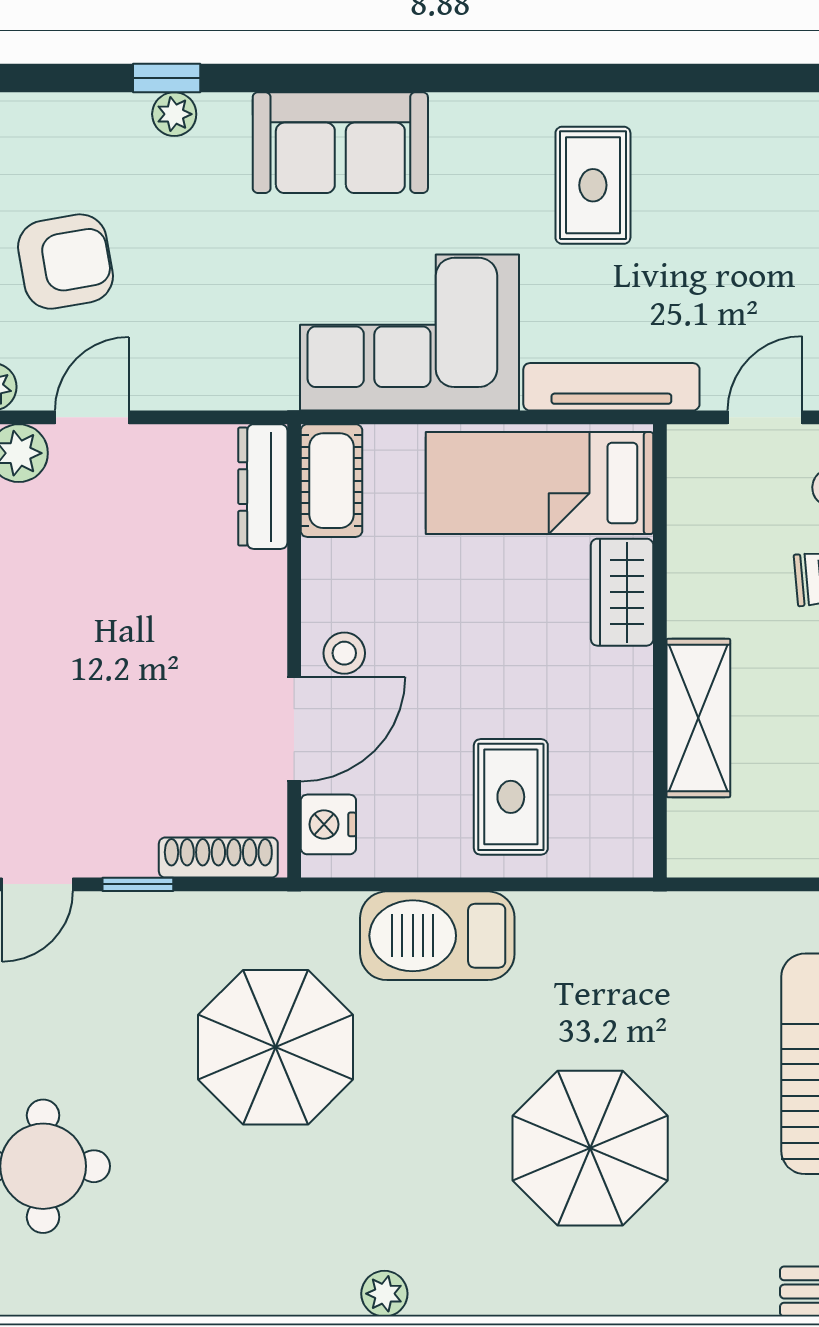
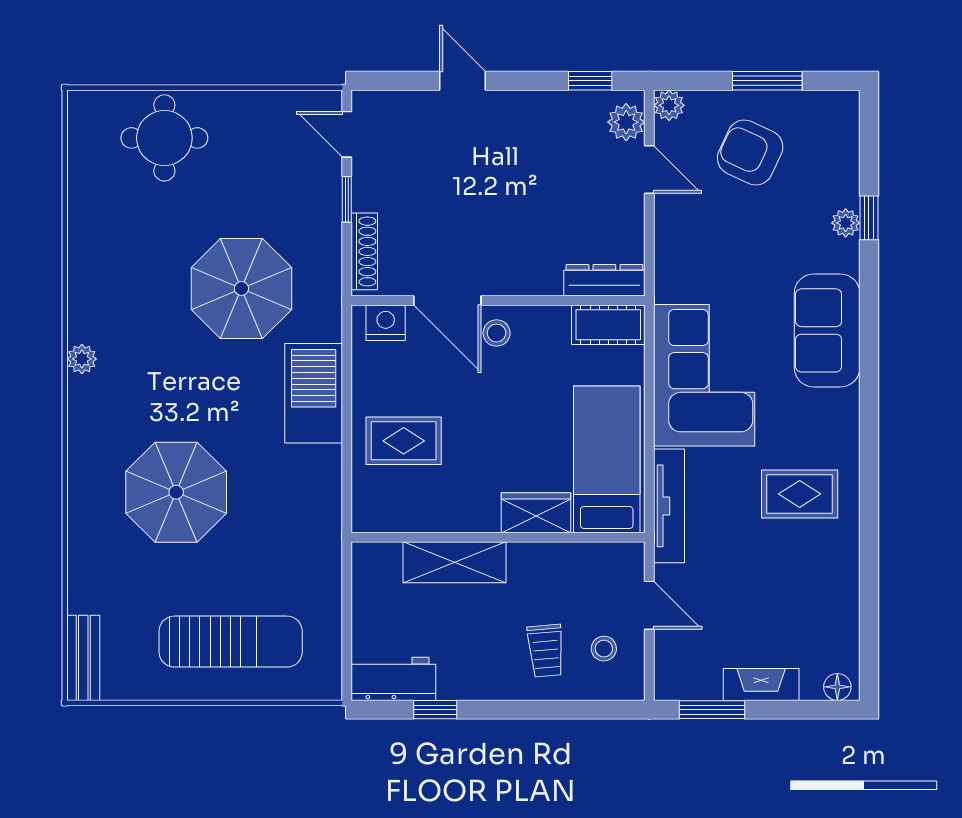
armchair: (66, 262) -> (750, 152), turned 125

